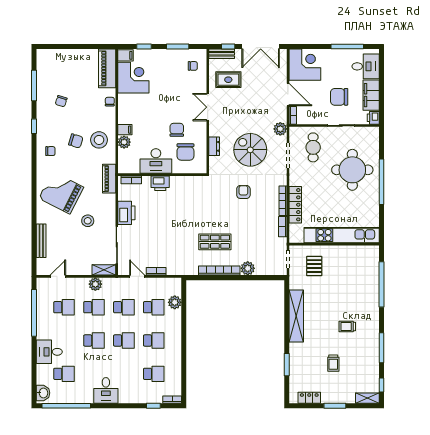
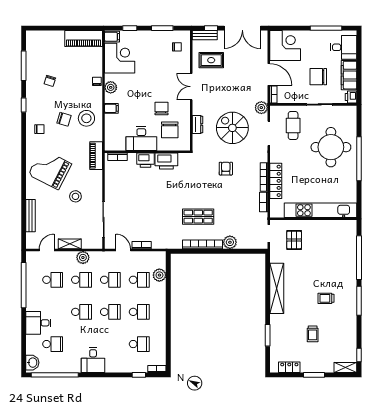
piano: (107, 68) -> (84, 39), moved, turned -90
plant: (124, 142) -> (111, 87), moved
printer: (126, 213) -> (166, 161), moved, turned 90
shelving: (104, 270) -> (70, 244), moved
window: (381, 348) -> (359, 301), moved

